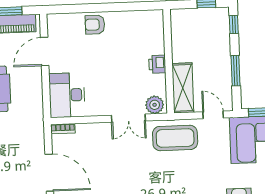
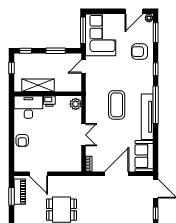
shelving: (183, 88) -> (38, 85), moved
desk: (67, 95) -> (28, 107), moved, turned 180
double door: (128, 118) -> (84, 135), moved
coffee table: (175, 138) -> (117, 105), moved

